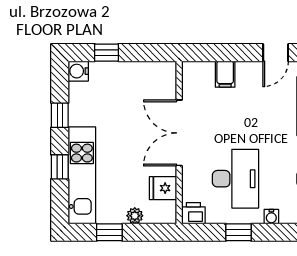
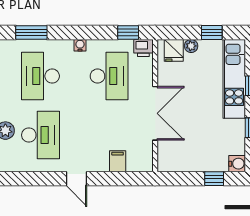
door: (276, 53) -> (77, 179), swing flipped
desk: (236, 179) -> (109, 76), turned 180
fridge: (163, 188) -> (174, 50), moved, turned 90
window: (239, 232) -> (128, 32), moved

